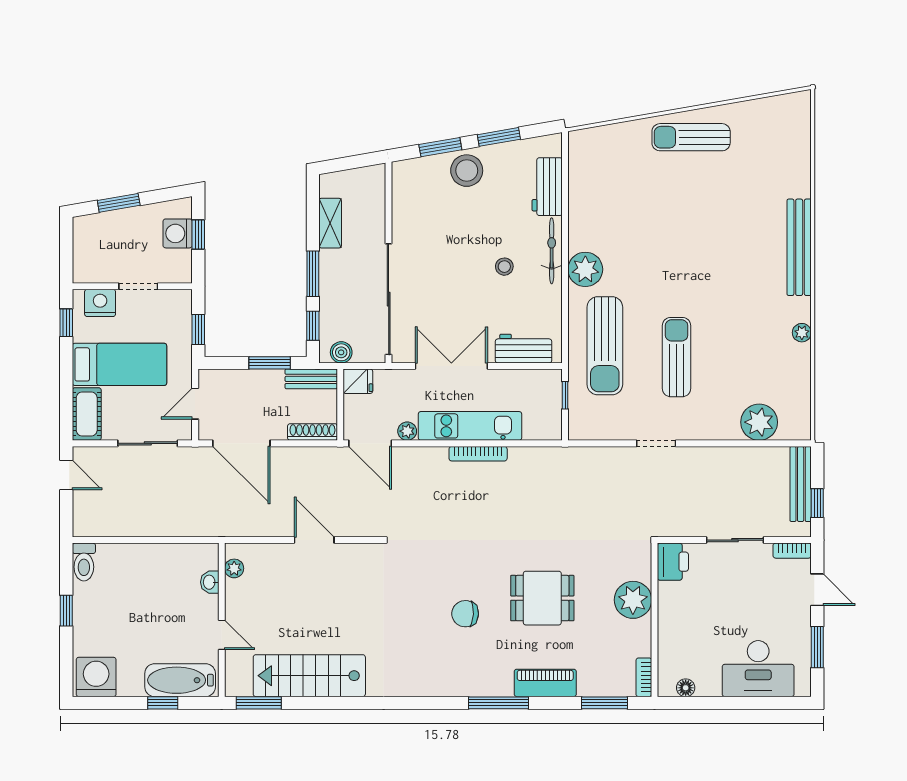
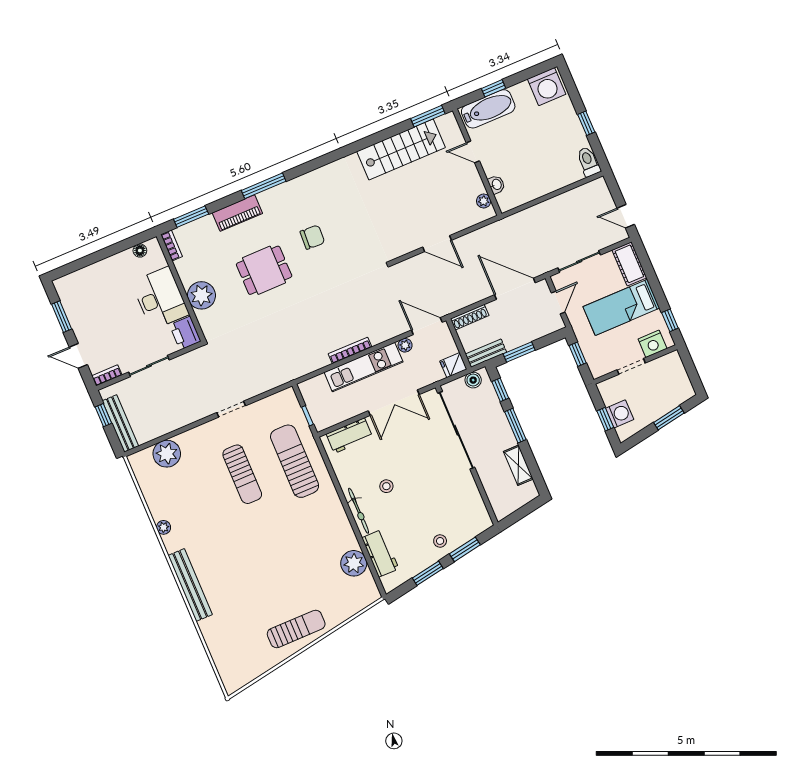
stool: (467, 171) -> (440, 541), width x0.53, depth x0.53
plant: (585, 269) -> (354, 563), moved
desk: (758, 669) -> (160, 298), moved, turned 90

